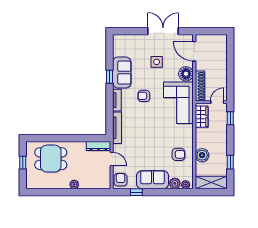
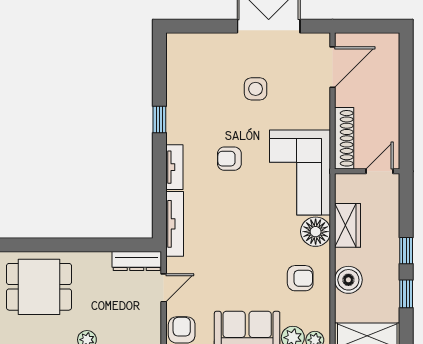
door: (194, 51) -> (333, 67), swing flipped
sofa: (122, 72) -> (184, 111), removed
floor lamp: (186, 74) -> (316, 232), moved
wardrobe: (202, 117) -> (347, 225), moved
window: (230, 118) -> (406, 251), moved
door: (112, 159) -> (164, 288), hinge flipped

